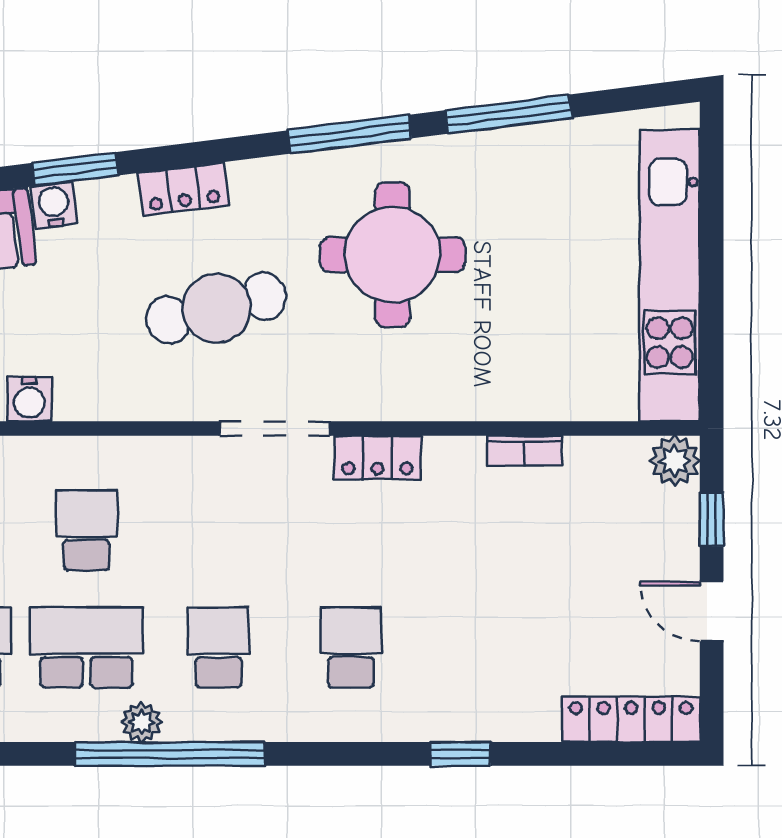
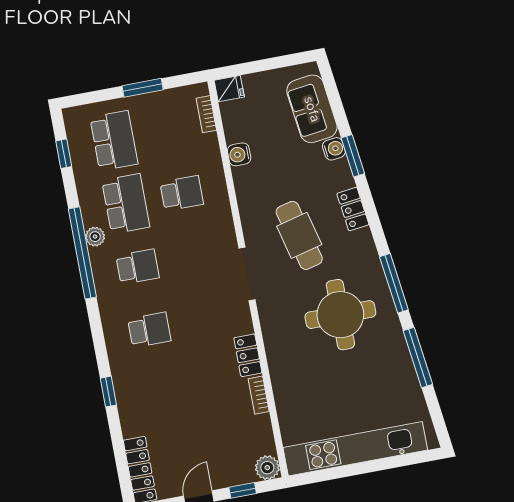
locker: (377, 457) -> (248, 355), moved

